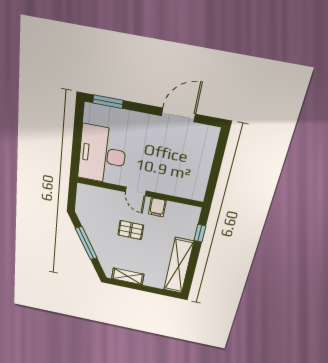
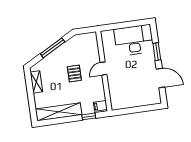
window: (108, 102) -> (157, 52), moved
desk: (102, 155) -> (134, 40), moved
filing cabinet: (157, 207) -> (100, 106), moved

